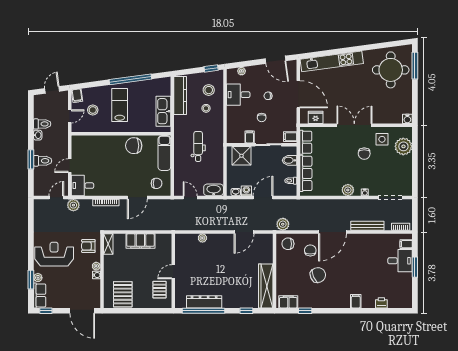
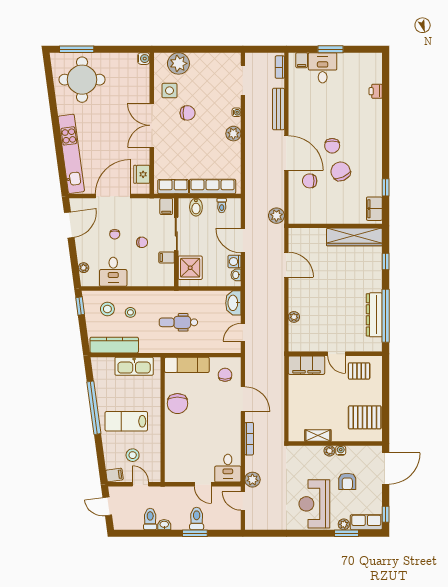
filing cabinet: (140, 241) -> (306, 365), moved, turned 90
shelving: (108, 244) -> (318, 436), moved
chair: (288, 244) -> (332, 146), moved
armchair: (88, 246) -> (347, 481), moved
filing cabinet: (356, 301) -> (374, 124), removed

